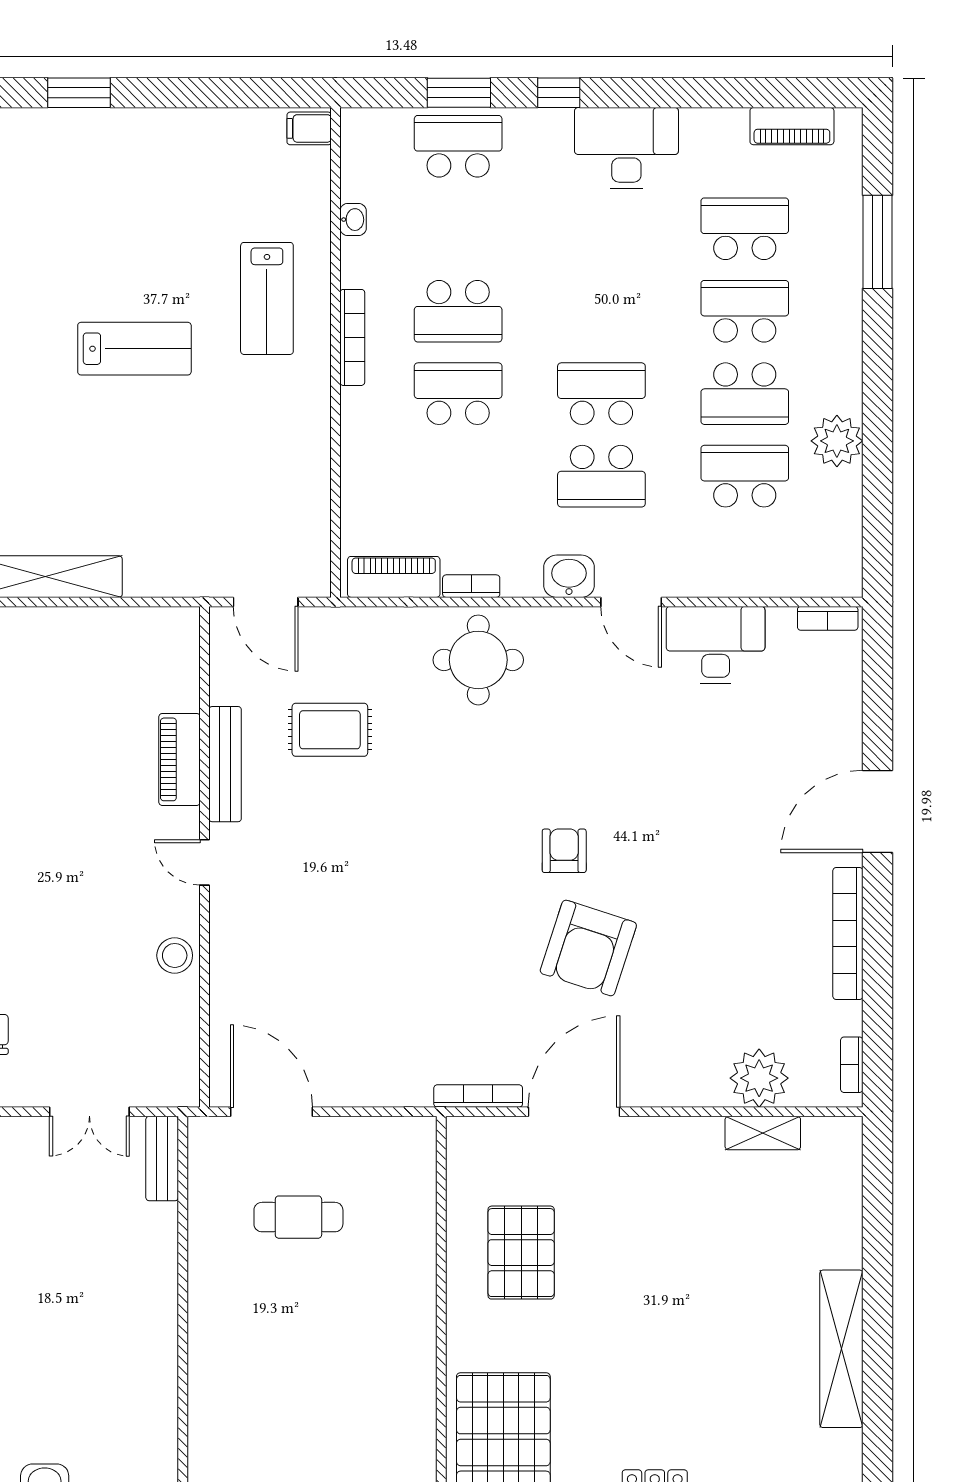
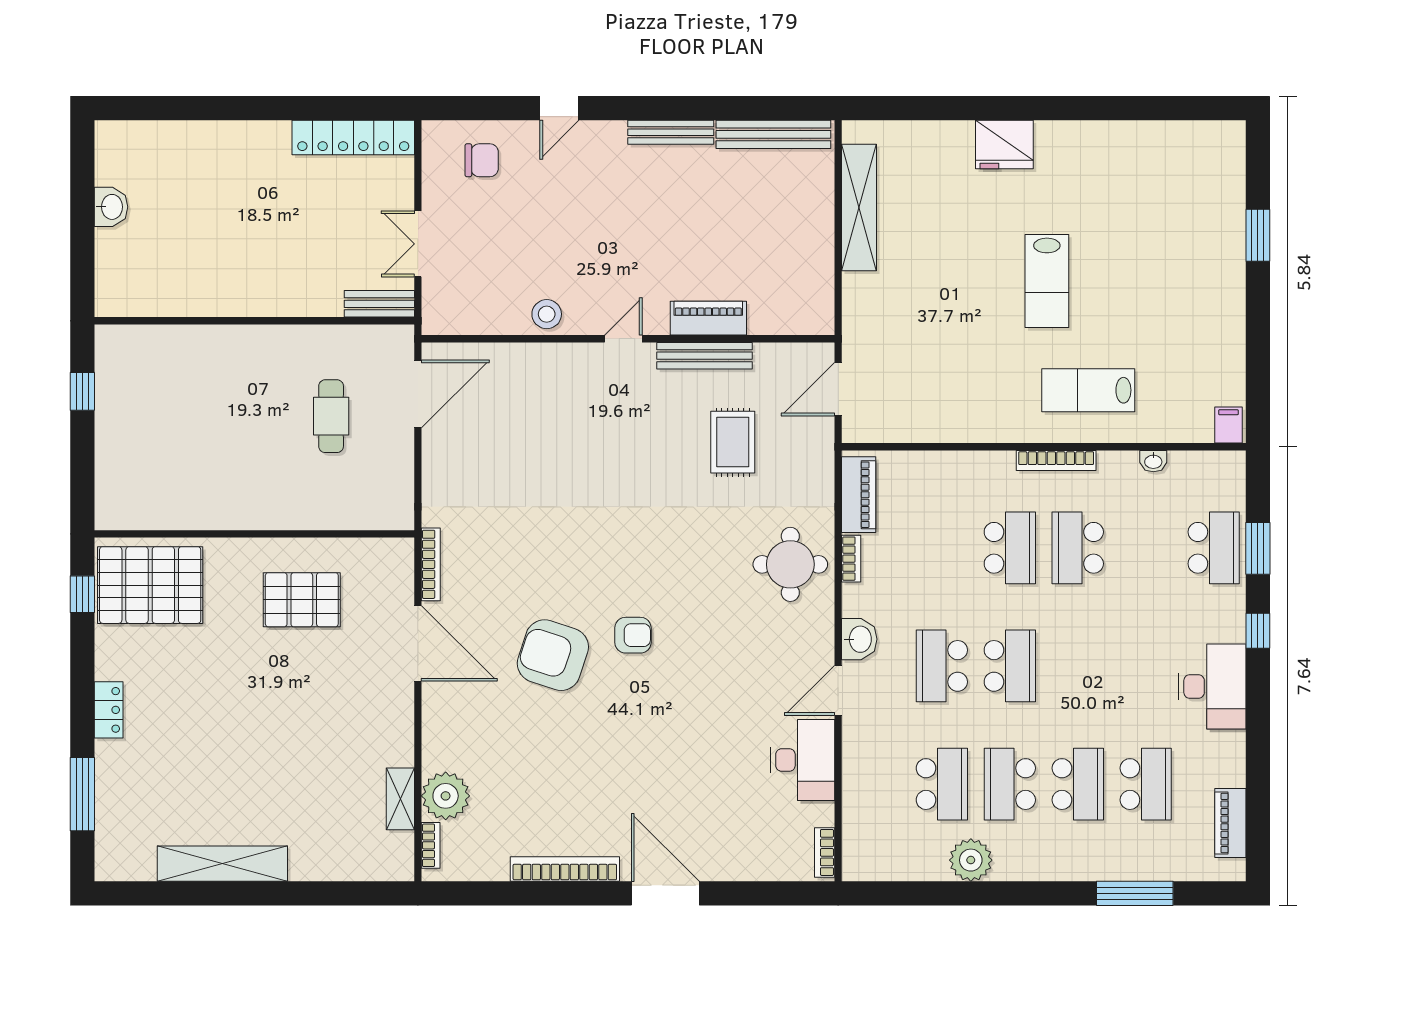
bookcase: (852, 1065) -> (431, 845), moved, turned 90

